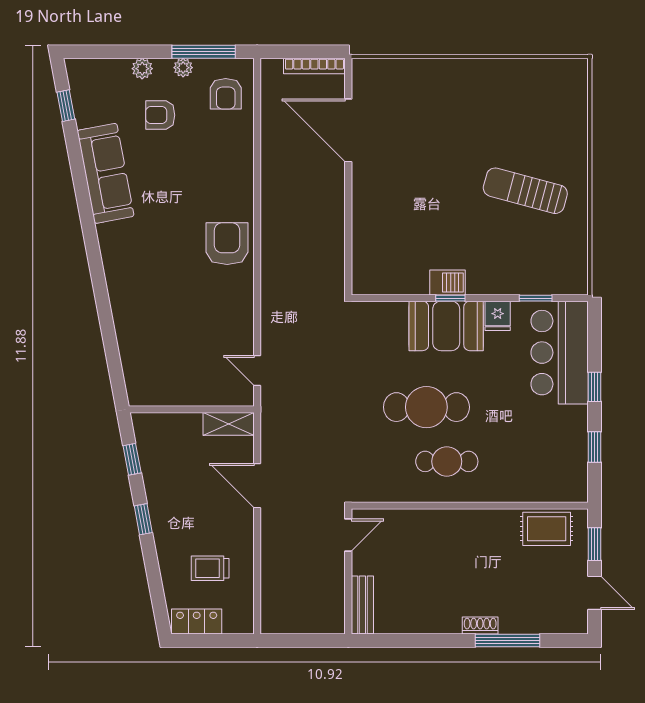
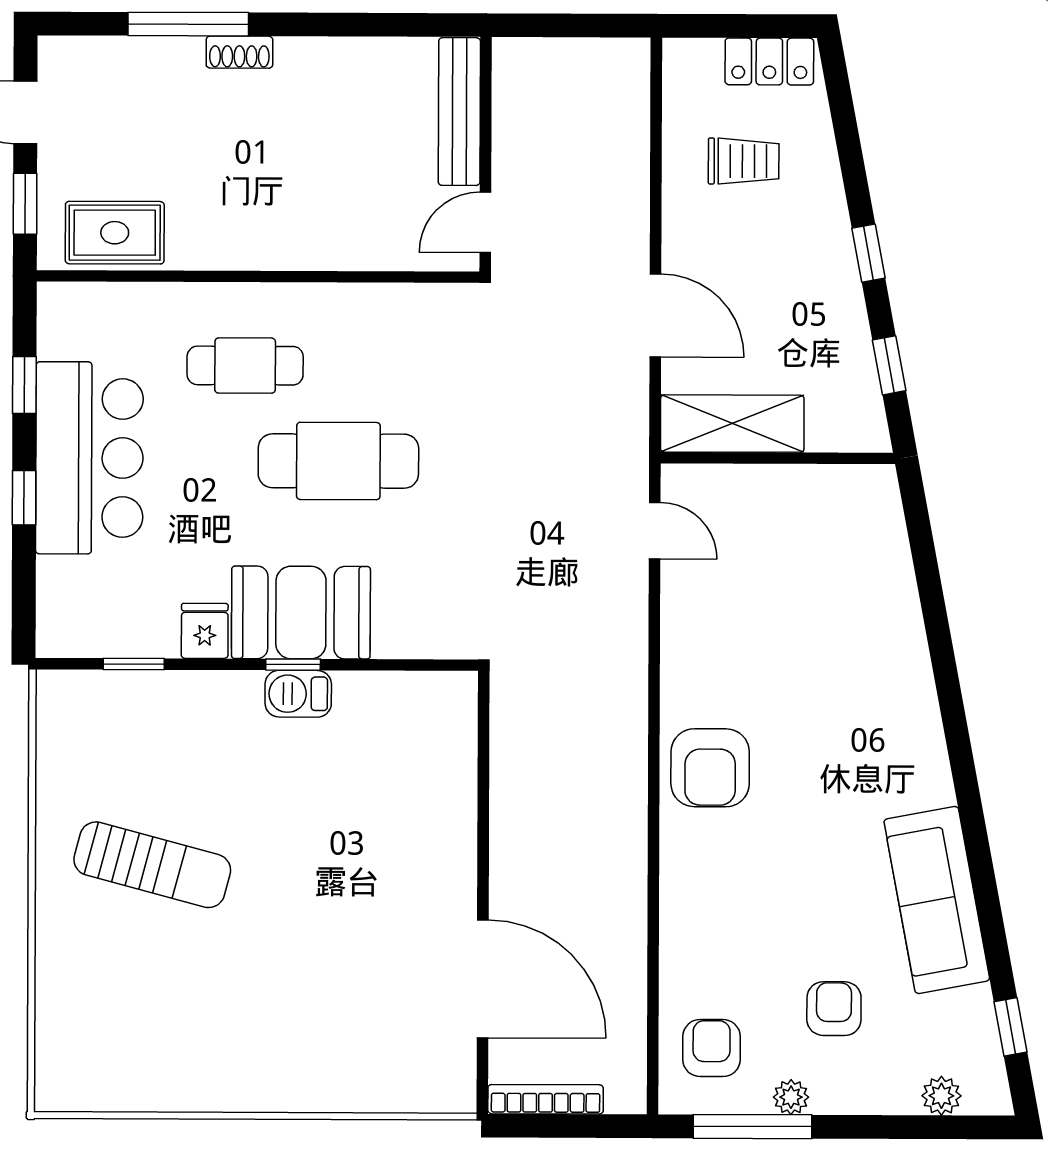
plant: (142, 69) -> (941, 1096), moved
armchair: (160, 115) -> (834, 1009), turned -90
bar counter: (560, 353) -> (89, 458), moved
shelving: (229, 424) -> (732, 424), width x1.50, depth x1.33
cafe table: (447, 461) -> (245, 366), moved
bench: (362, 605) -> (459, 112), width x1.36

